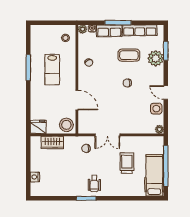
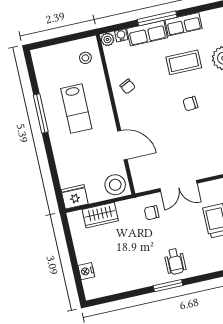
row of seats: (140, 30) -> (183, 24), width x0.68

